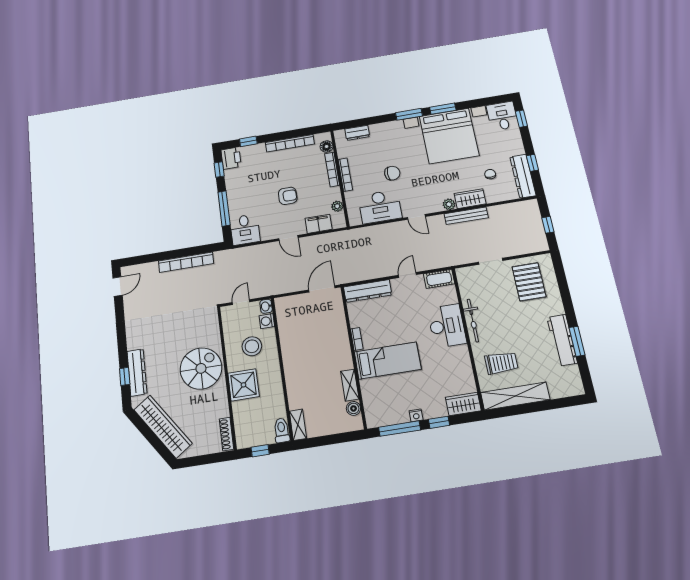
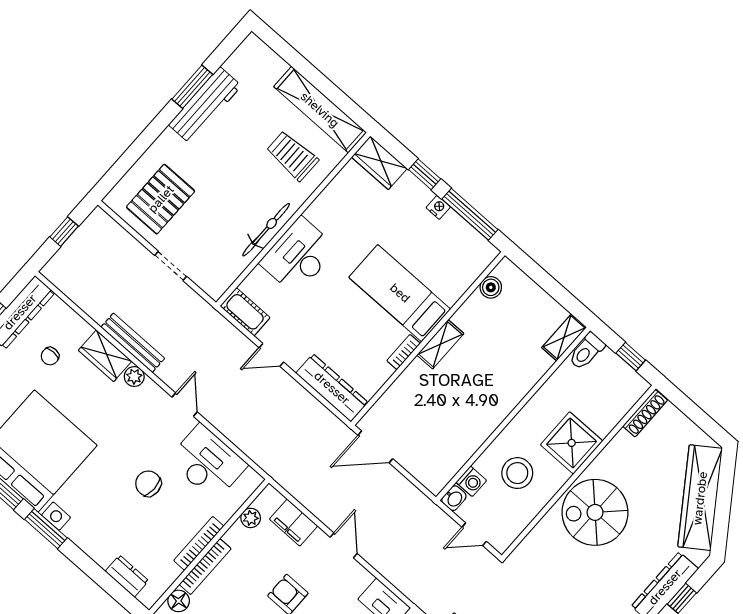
shelving: (350, 385) -> (440, 344), moved

